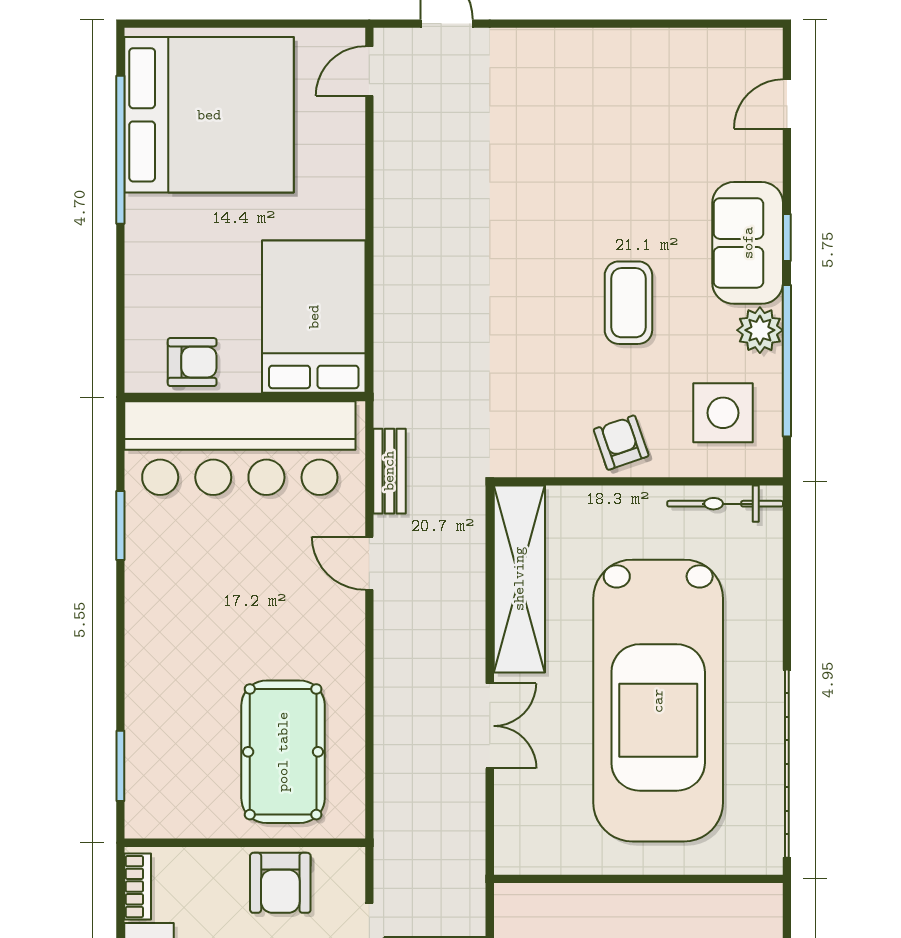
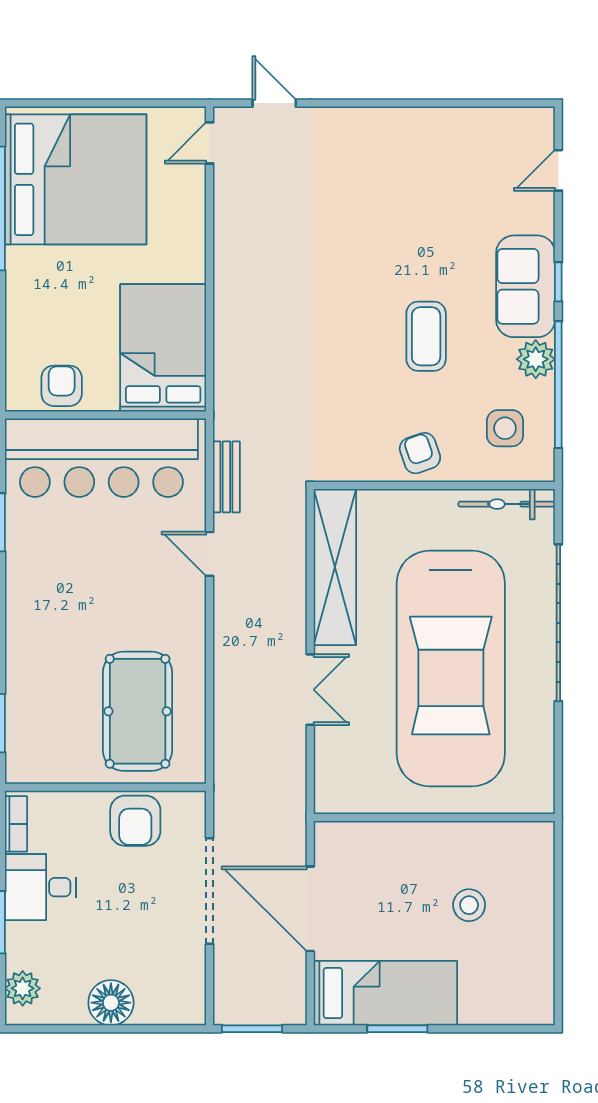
armchair: (192, 362) -> (62, 386), turned -90
side table: (723, 413) -> (505, 428), width x0.73, depth x0.73
garage door: (787, 764) -> (558, 623), moved

